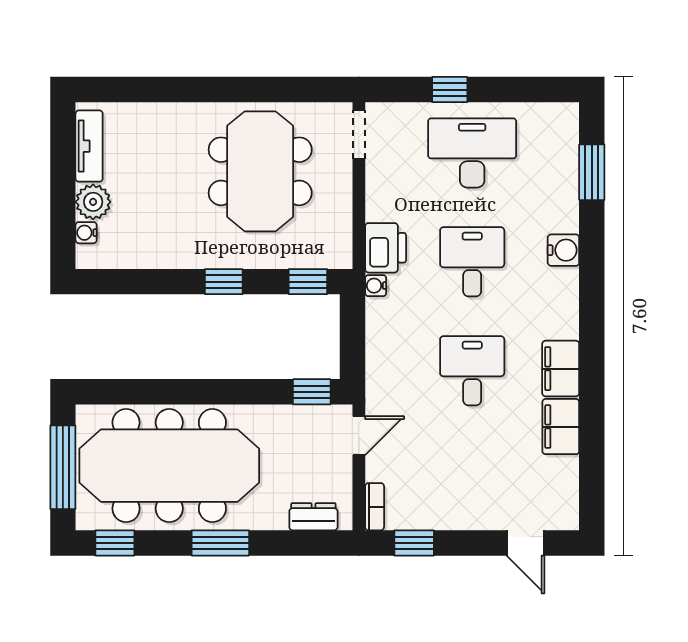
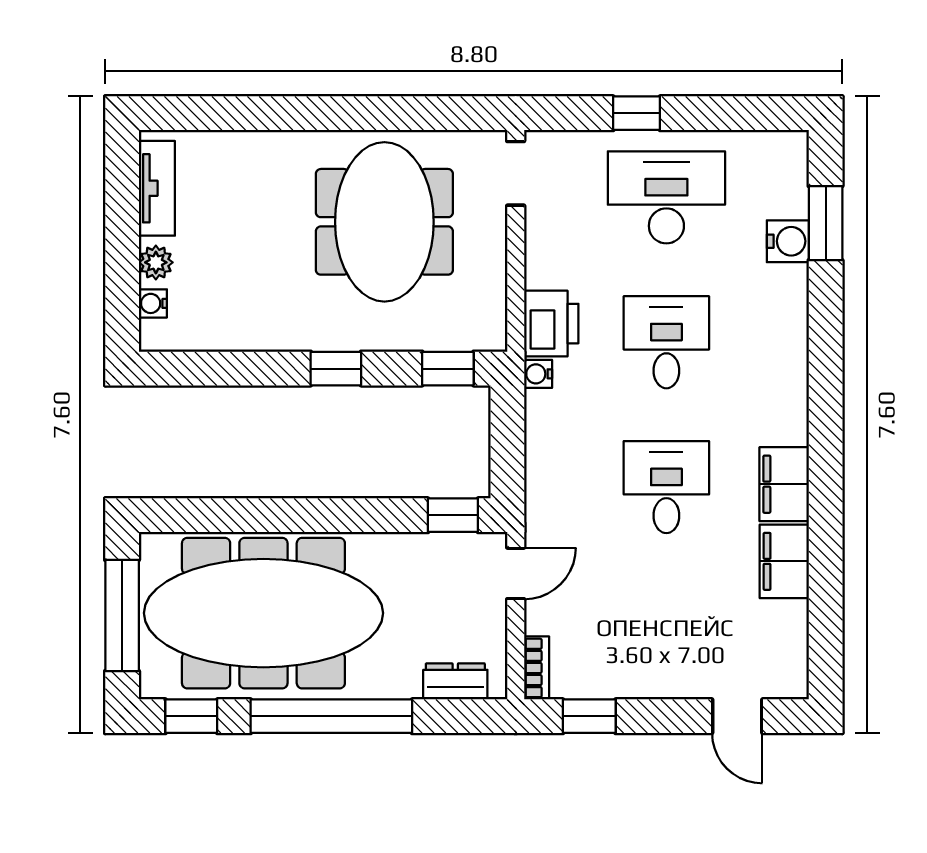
plant: (93, 202) -> (156, 262), width x0.73, depth x0.73
water cooler: (563, 250) -> (788, 241), moved
window: (220, 543) -> (331, 716), width x2.11

